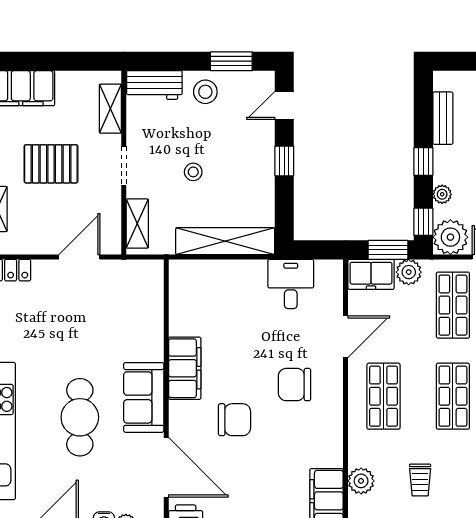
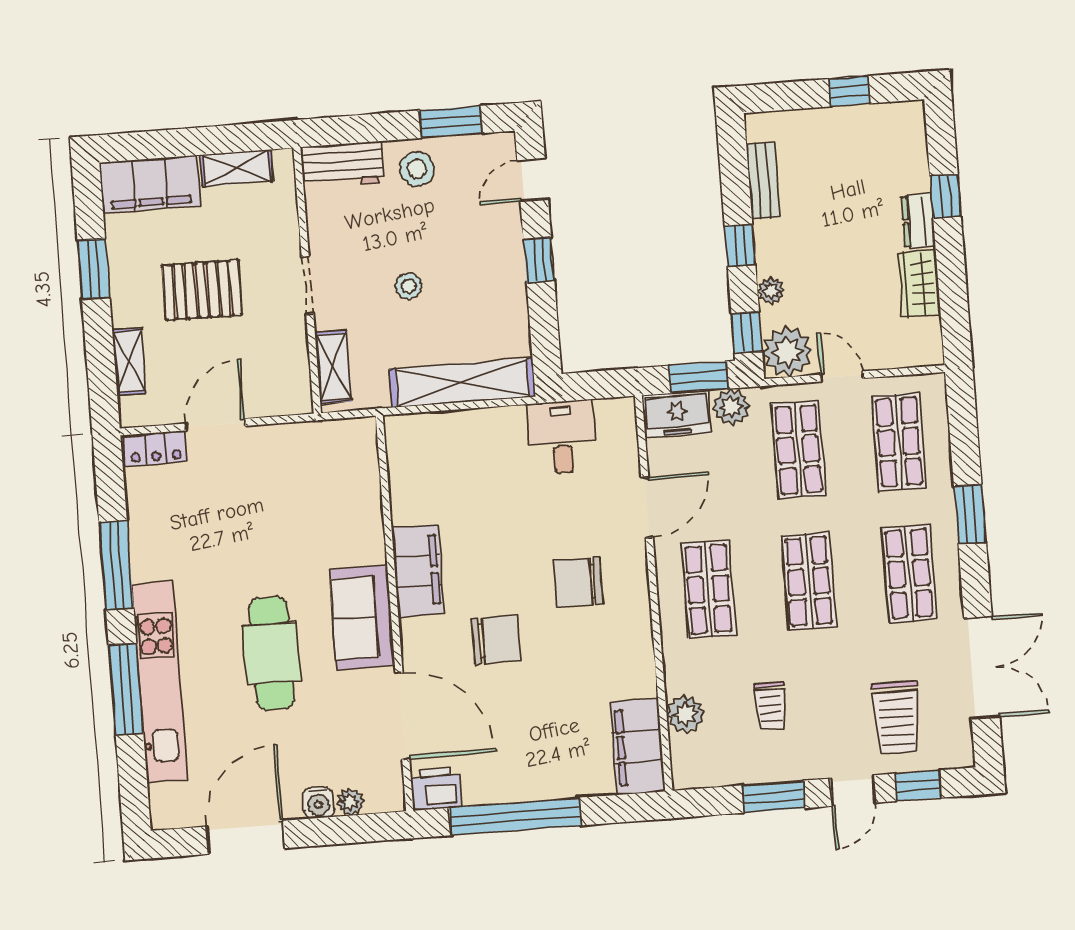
shelving: (110, 109) -> (236, 168), moved, turned 90
door: (79, 257) -> (215, 425), moved

